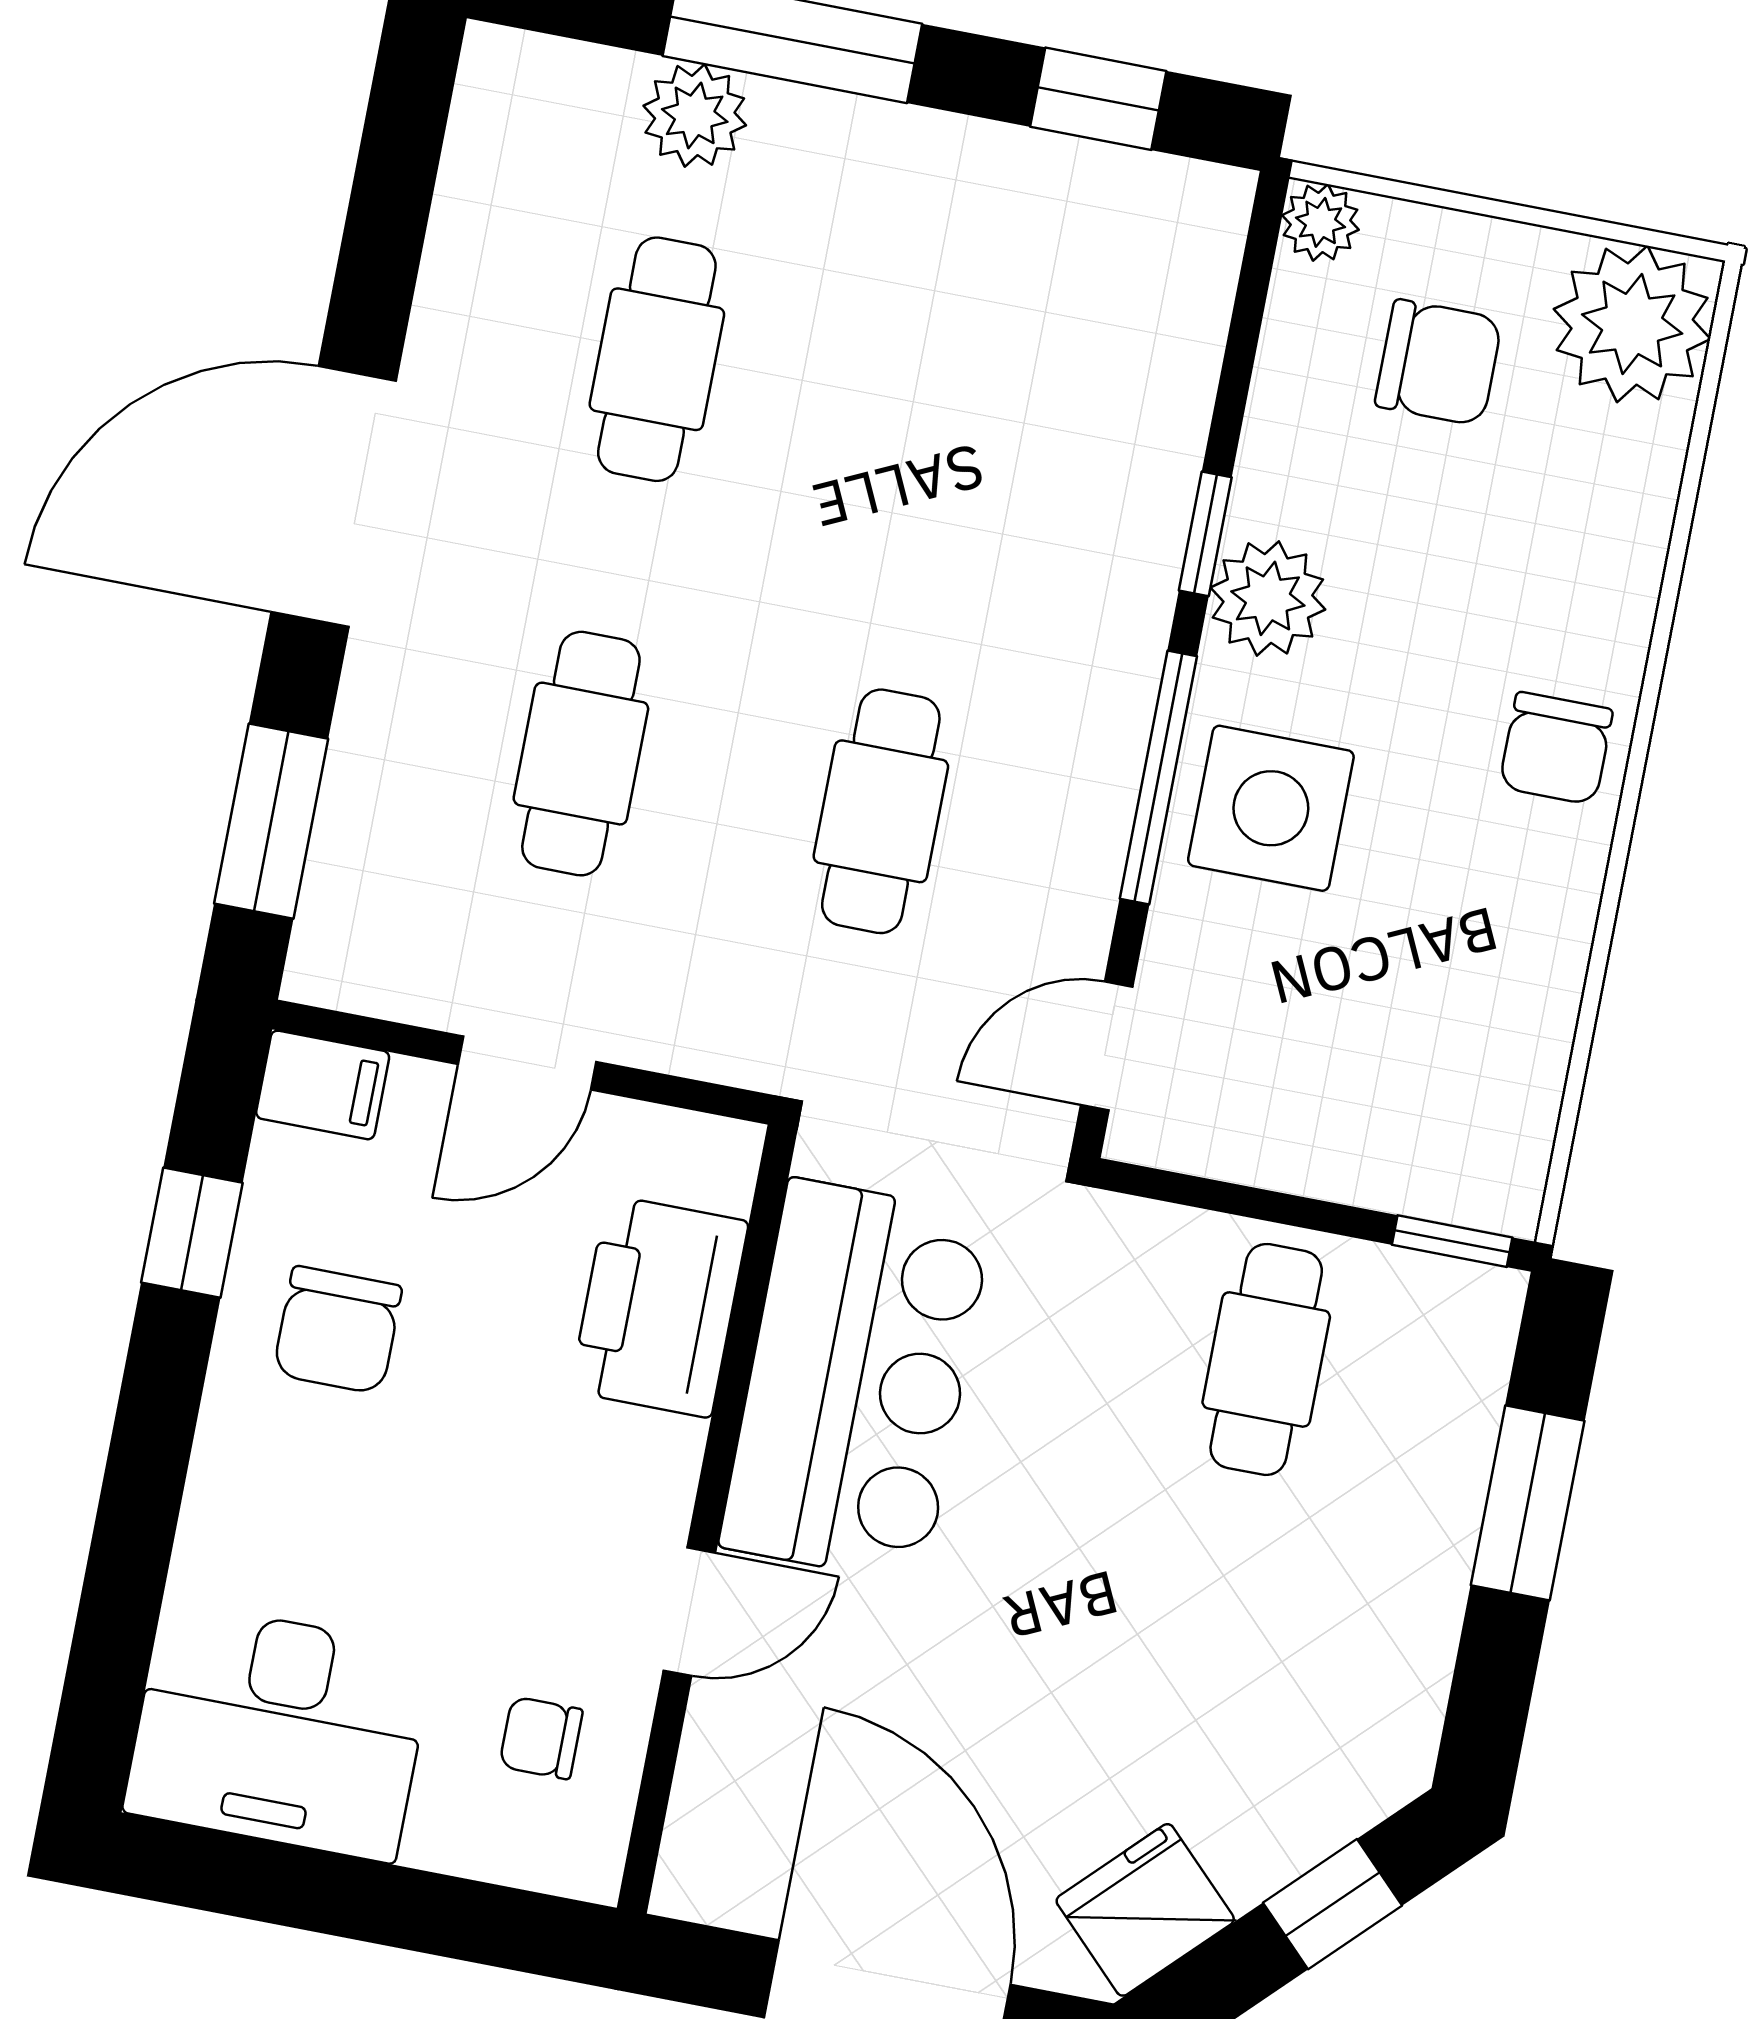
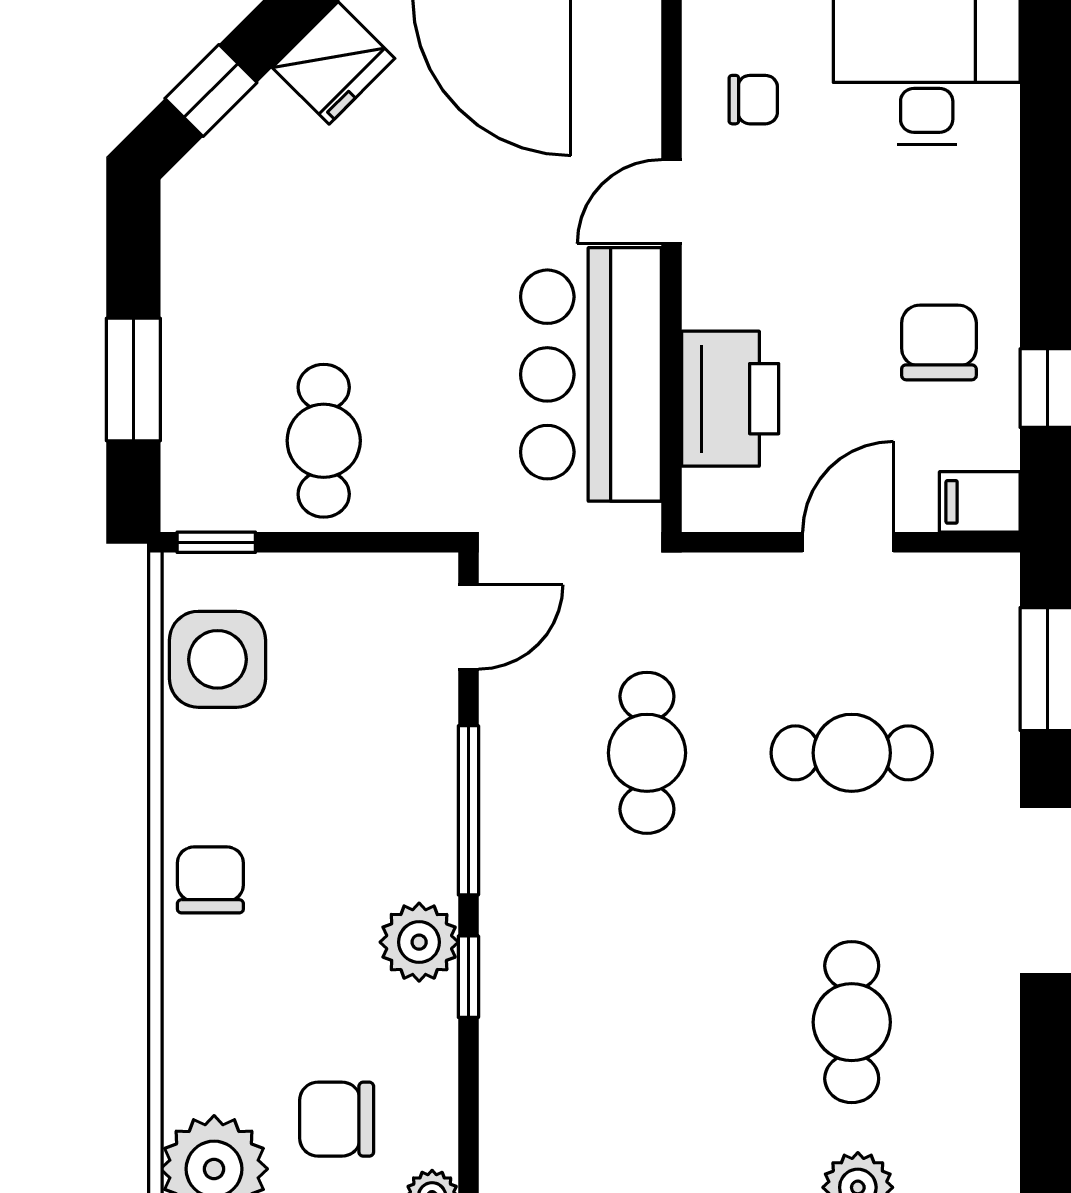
cafe table: (581, 754) -> (852, 753), turned 90
side table: (1271, 808) -> (217, 659), moved

